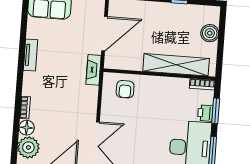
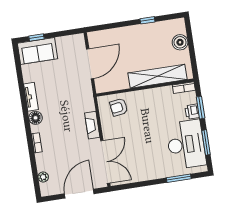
fireplace: (94, 70) -> (92, 125), moved
armchair: (125, 89) -> (119, 107), turned 82
floor lamp: (27, 128) -> (36, 118), moved
plant: (28, 147) -> (43, 177), width x0.53, depth x0.53

